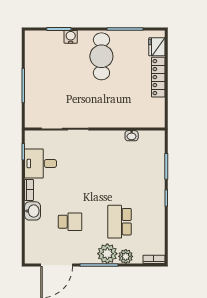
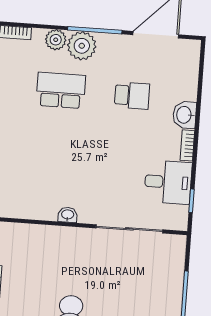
washbasin: (132, 136) -> (68, 215), moved
school desk: (70, 222) -> (132, 96), turned 180
school desk: (120, 222) -> (61, 90), turned -90

